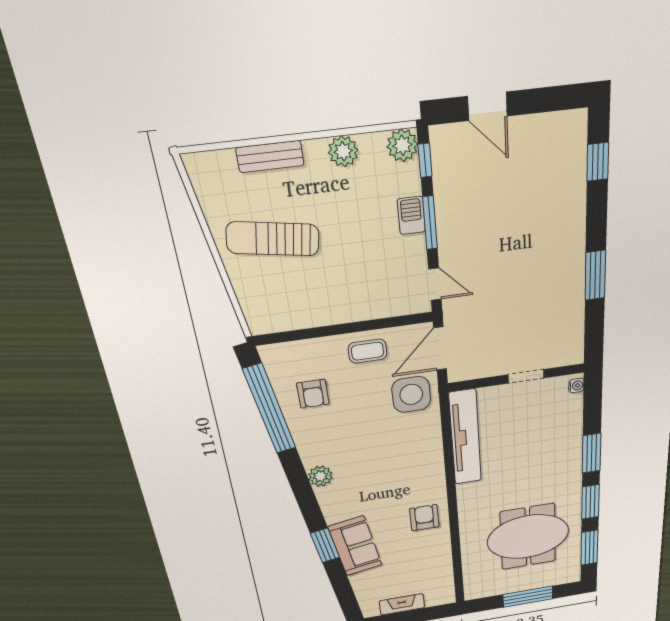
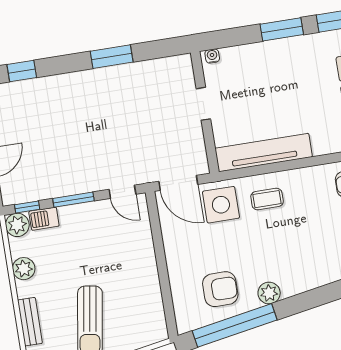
barbecue: (411, 215) -> (44, 219), moved
door: (435, 284) -> (122, 192), swing flipped
coffee table: (368, 351) -> (267, 199), moved, turned 90
armchair: (313, 394) -> (220, 289), width x1.38, depth x1.38
plant: (320, 476) -> (269, 293), moved

